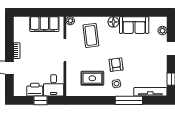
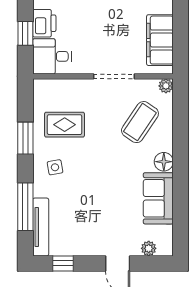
coffee table: (91, 35) -> (140, 122), turned -49
armchair: (116, 65) -> (89, 167), removed
rug: (92, 78) -> (65, 125), turned 90
window: (100, 100) -> (25, 138), added
window: (129, 100) -> (25, 207), moved

